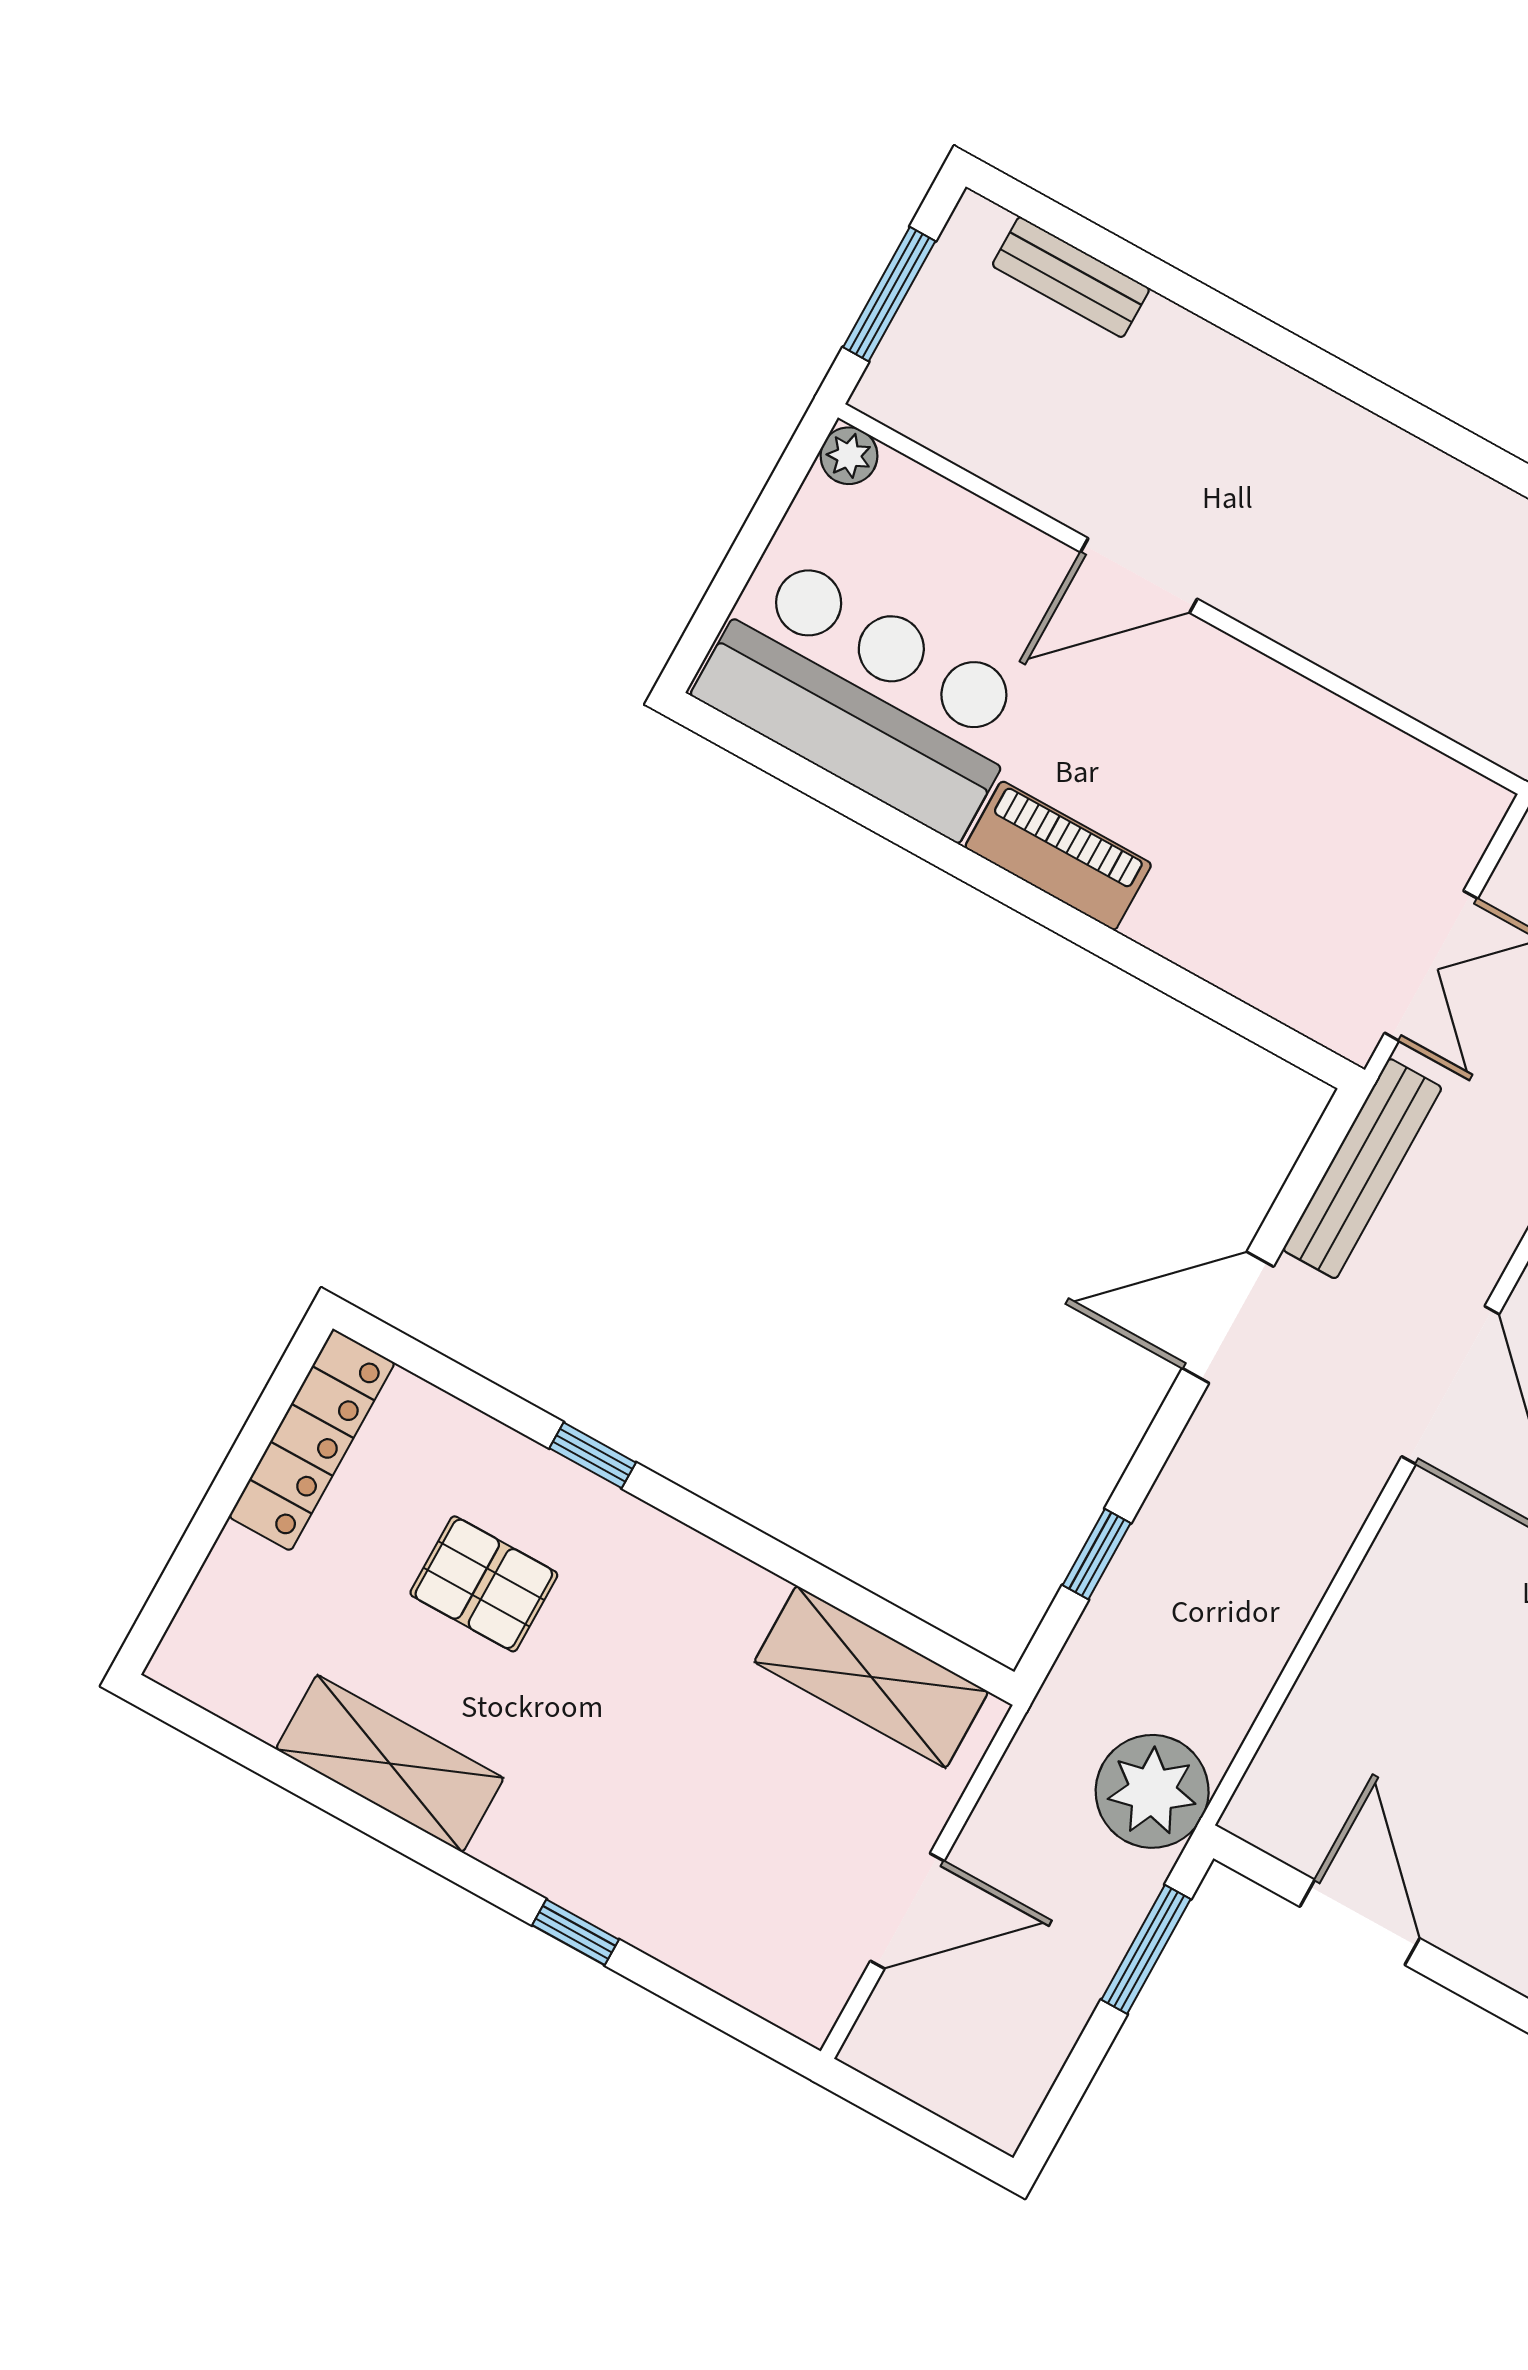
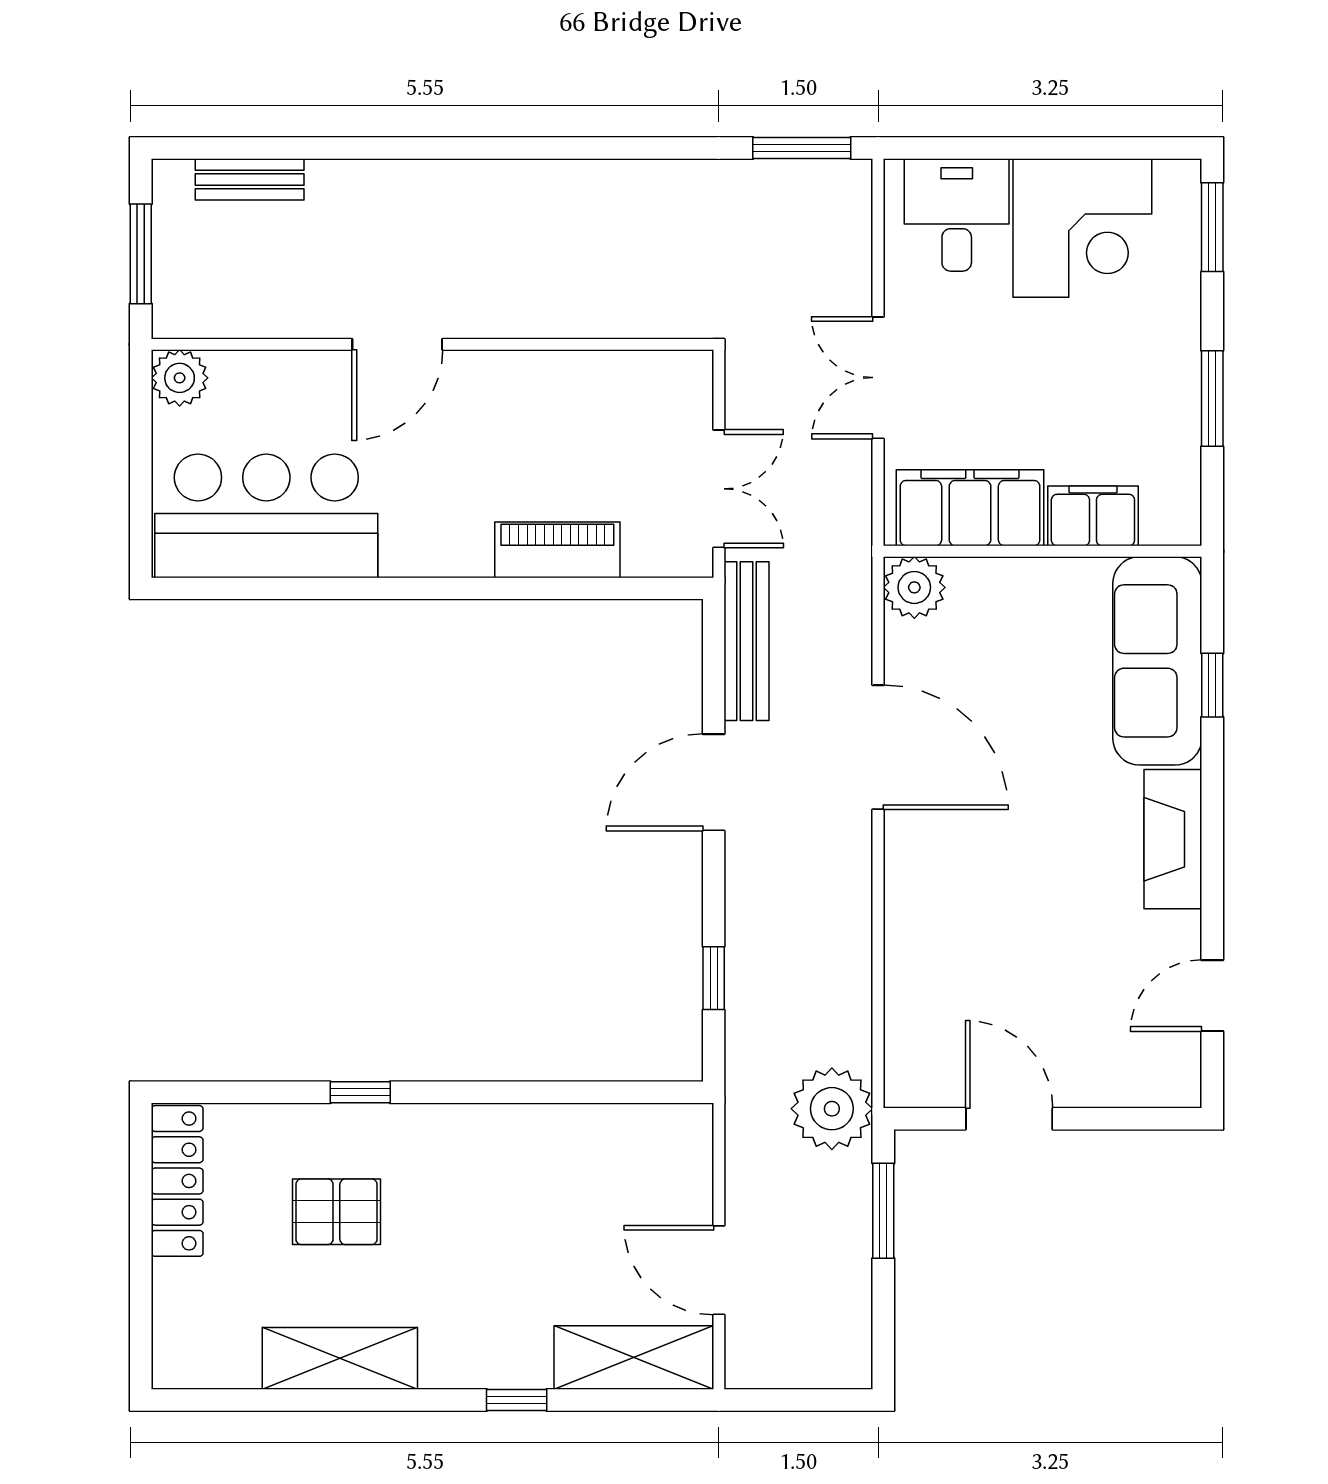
plant: (849, 456) -> (180, 378), width x1.38, depth x1.38
piano: (1058, 856) -> (557, 550), moved
shelving: (871, 1677) -> (634, 1358), moved
door: (907, 1911) -> (719, 1270), swing flipped

